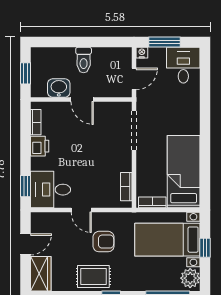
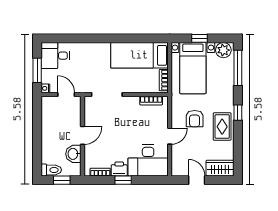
toilet: (84, 60) -> (51, 170), moved
window: (26, 186) -> (123, 180), moved
desk: (51, 190) -> (148, 160), width x1.37
armchair: (104, 242) -> (195, 119), turned 180

